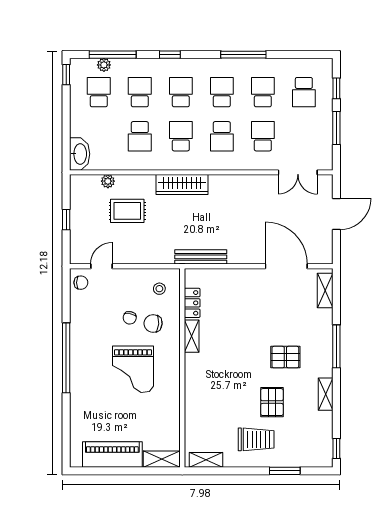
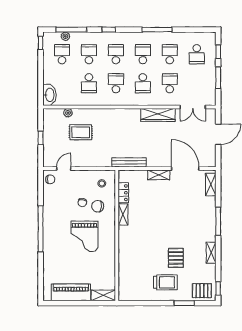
wardrobe: (182, 184) -> (158, 115), moved
pallet: (285, 357) -> (202, 291), moved
shelving: (206, 460) -> (159, 175), moved

